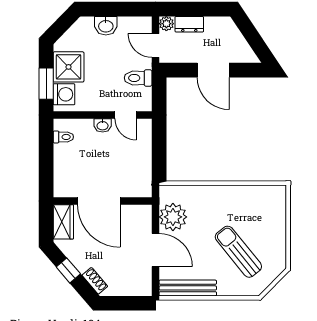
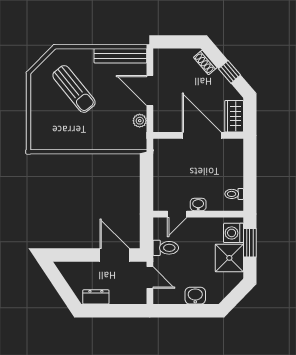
plant: (166, 24) -> (140, 298), removed
dresser: (189, 24) -> (96, 297), moved
door: (213, 70) -> (115, 255), moved
door: (126, 115) -> (177, 214), swing flipped
plant: (173, 217) -> (140, 121), width x0.53, depth x0.53

